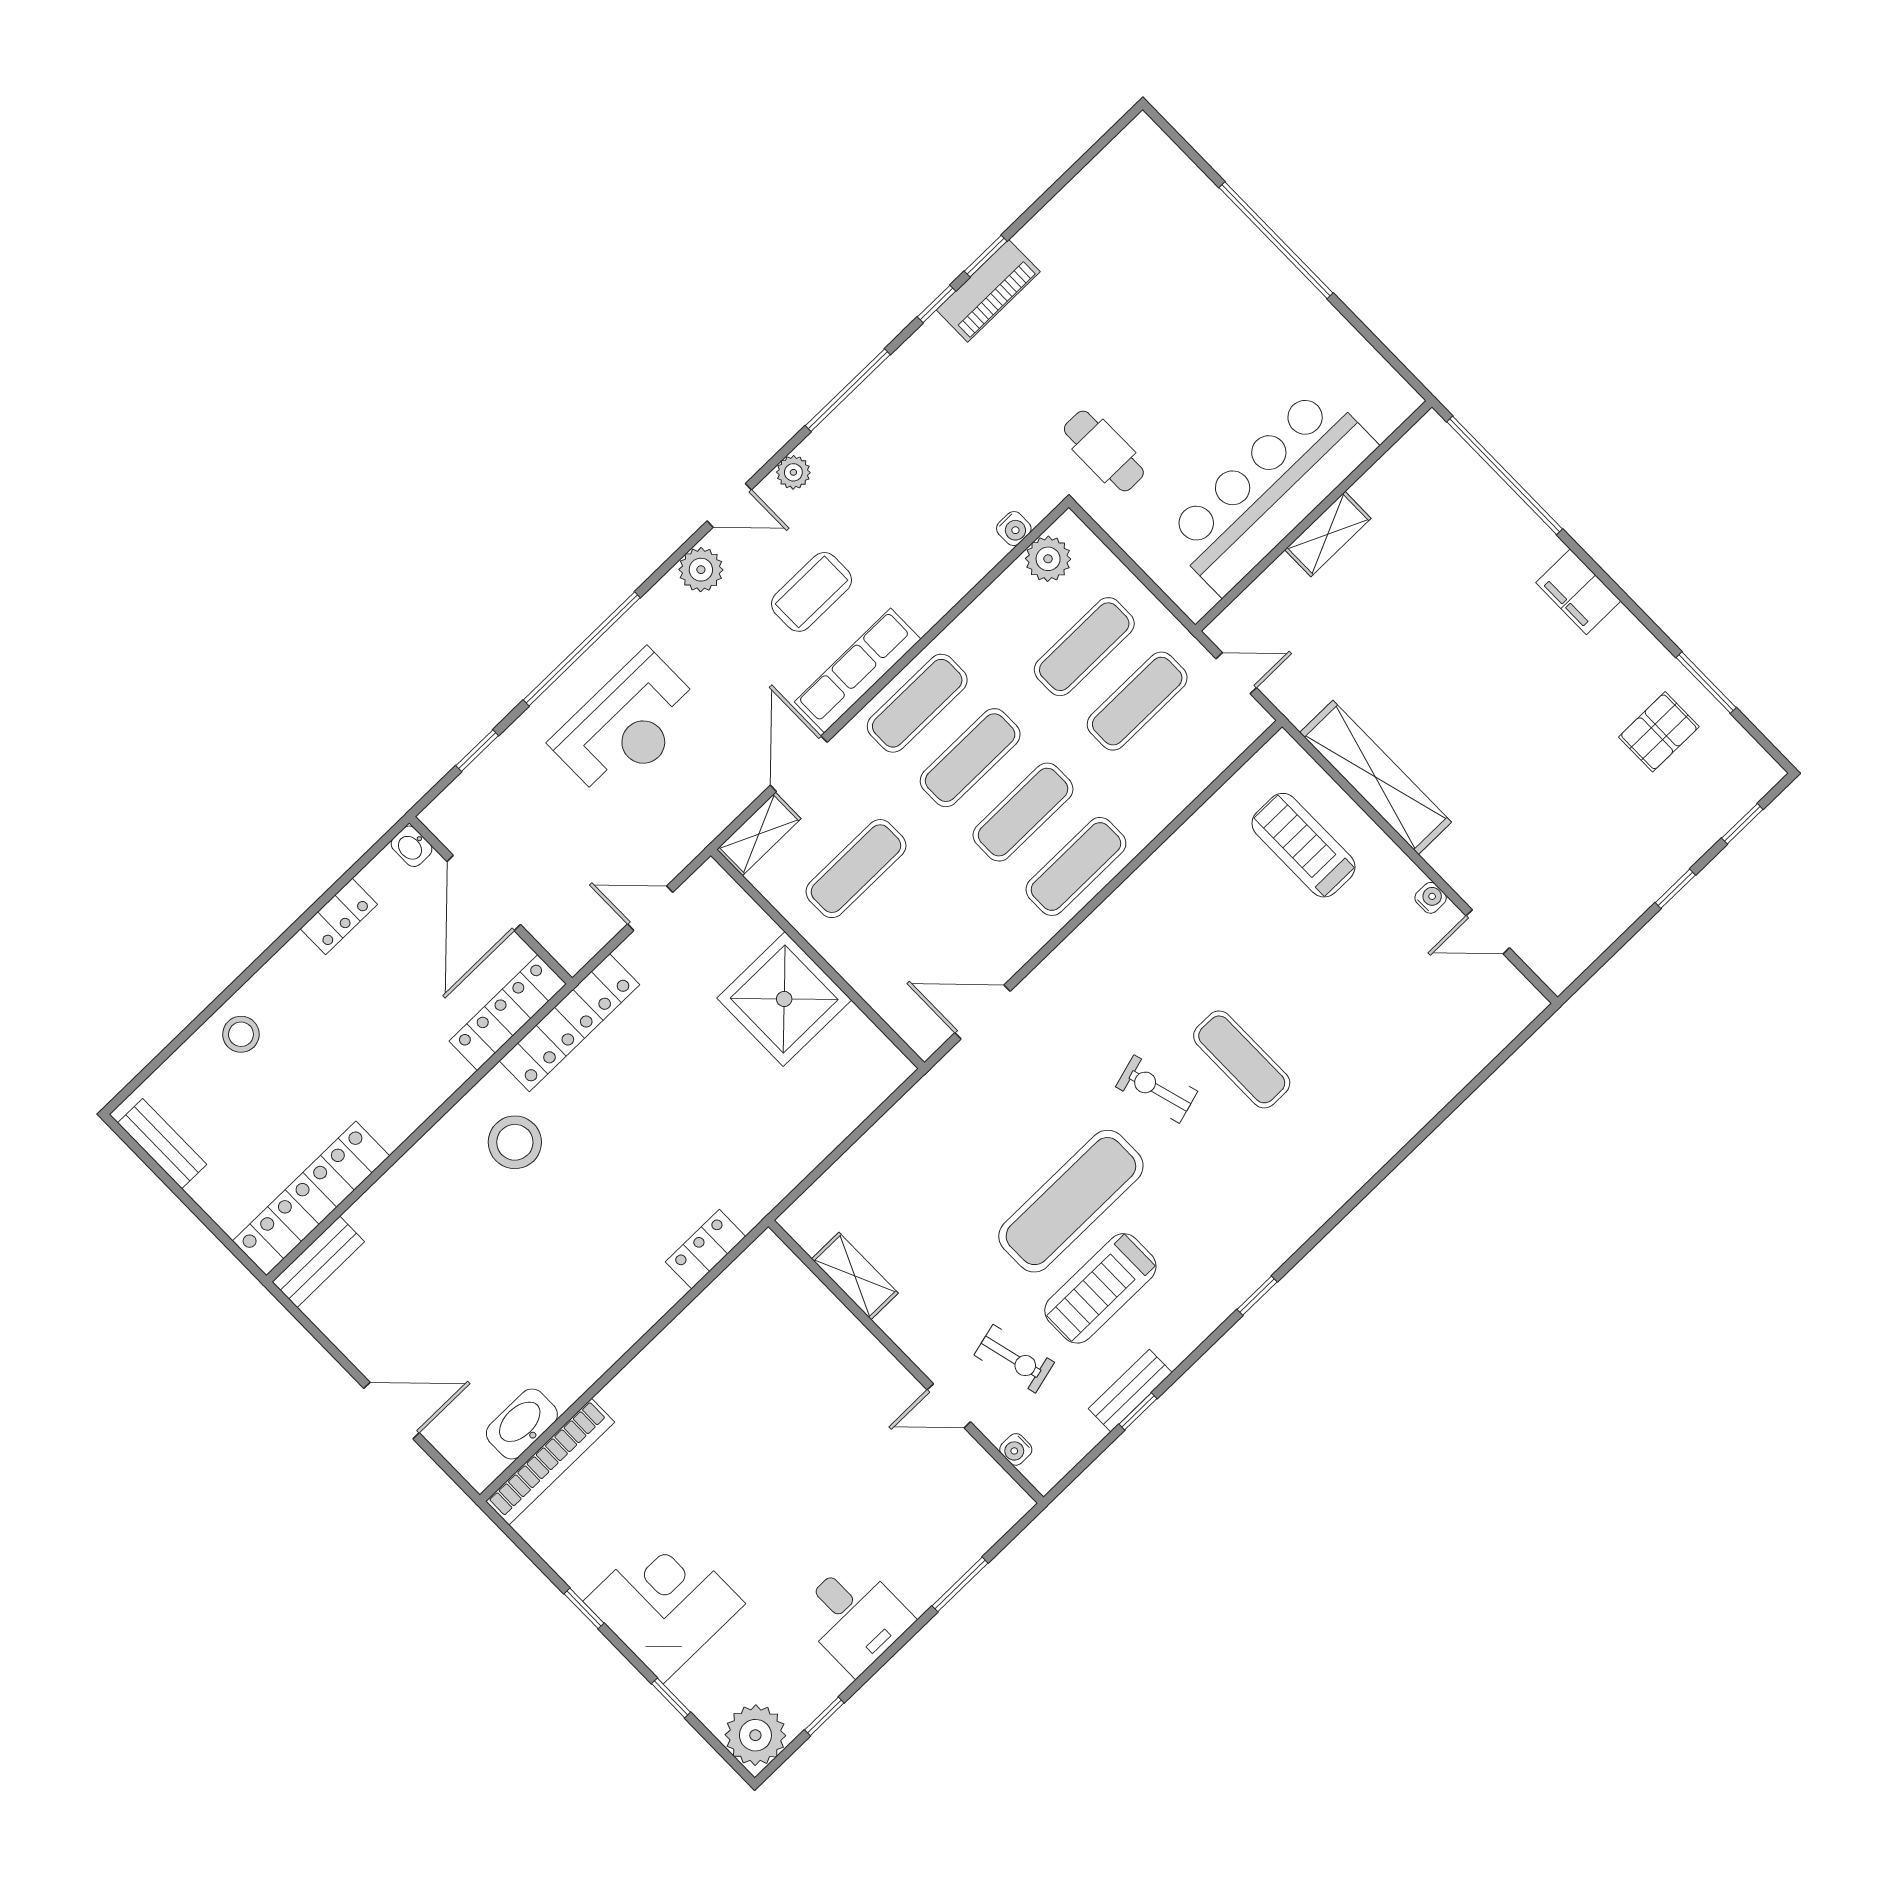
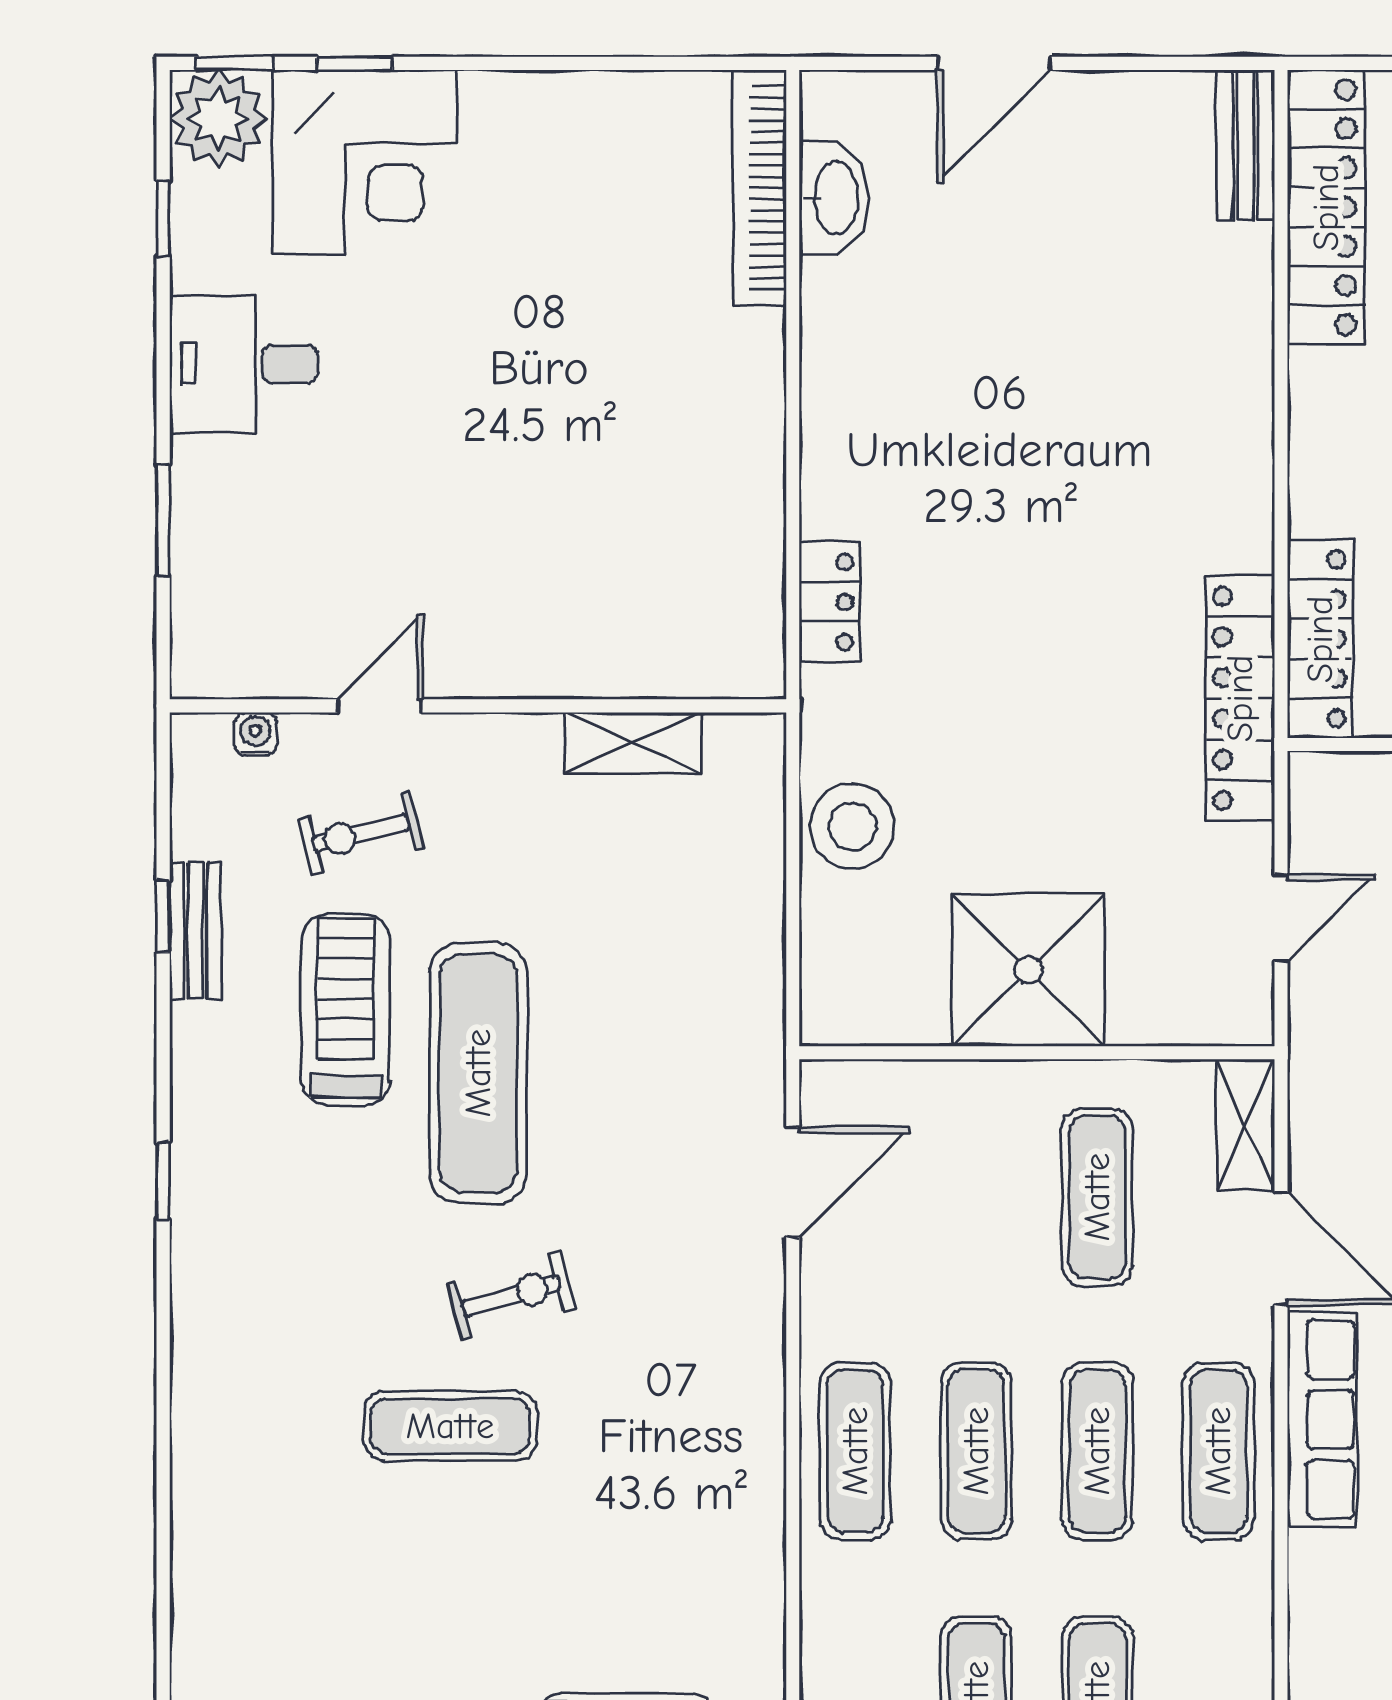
stool: (515, 1142) -> (852, 826), moved
corner desk: (664, 1603) -> (364, 162), moved
window: (584, 1608) -> (234, 63), moved

